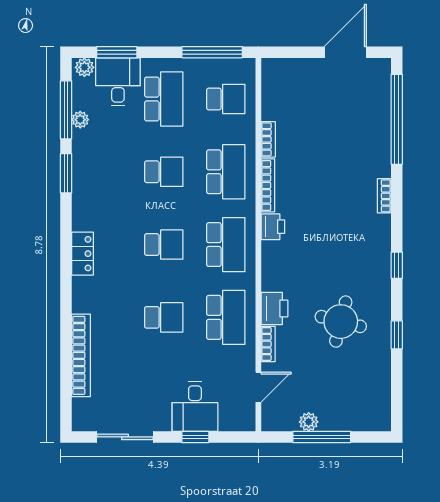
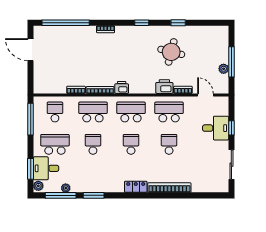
bookcase: (81, 355) -> (169, 188), moved

